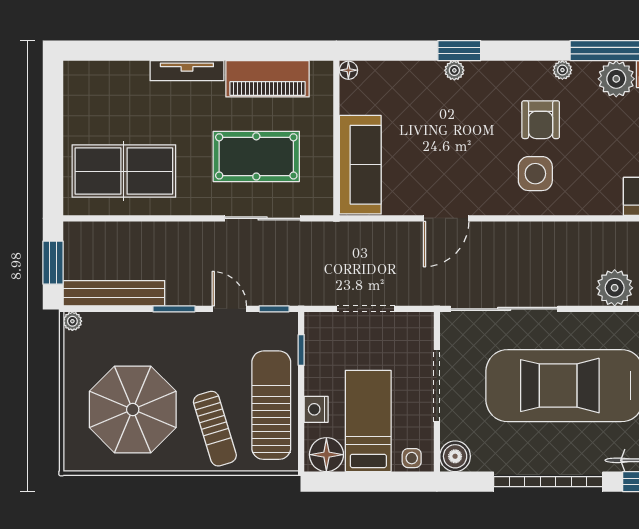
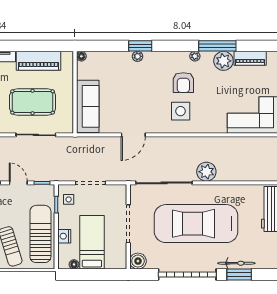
plant: (615, 288) -> (206, 172), moved
floor lamp: (326, 455) -> (74, 264), width x0.53, depth x0.53
side table: (412, 458) -> (69, 199), moved

